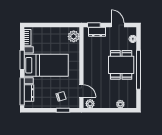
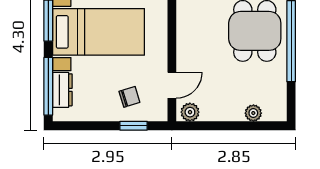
door: (81, 91) -> (172, 85), hinge flipped

